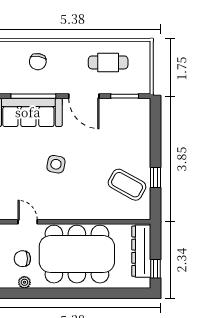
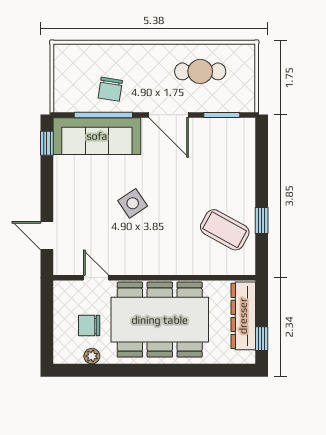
chair: (38, 62) -> (110, 89), moved
side table: (56, 164) -> (133, 203), turned 45

